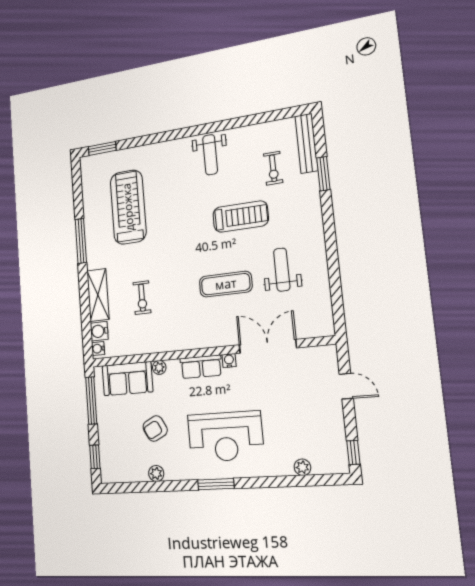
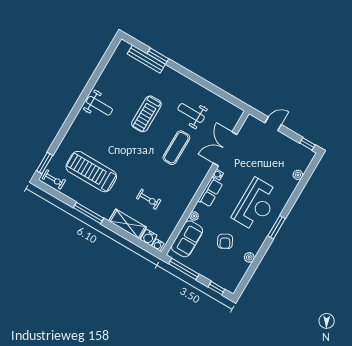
bench: (307, 143) -> (146, 59), moved
exercise bike: (273, 168) -> (54, 179), moved
treadmill: (241, 217) -> (146, 114), turned 180

